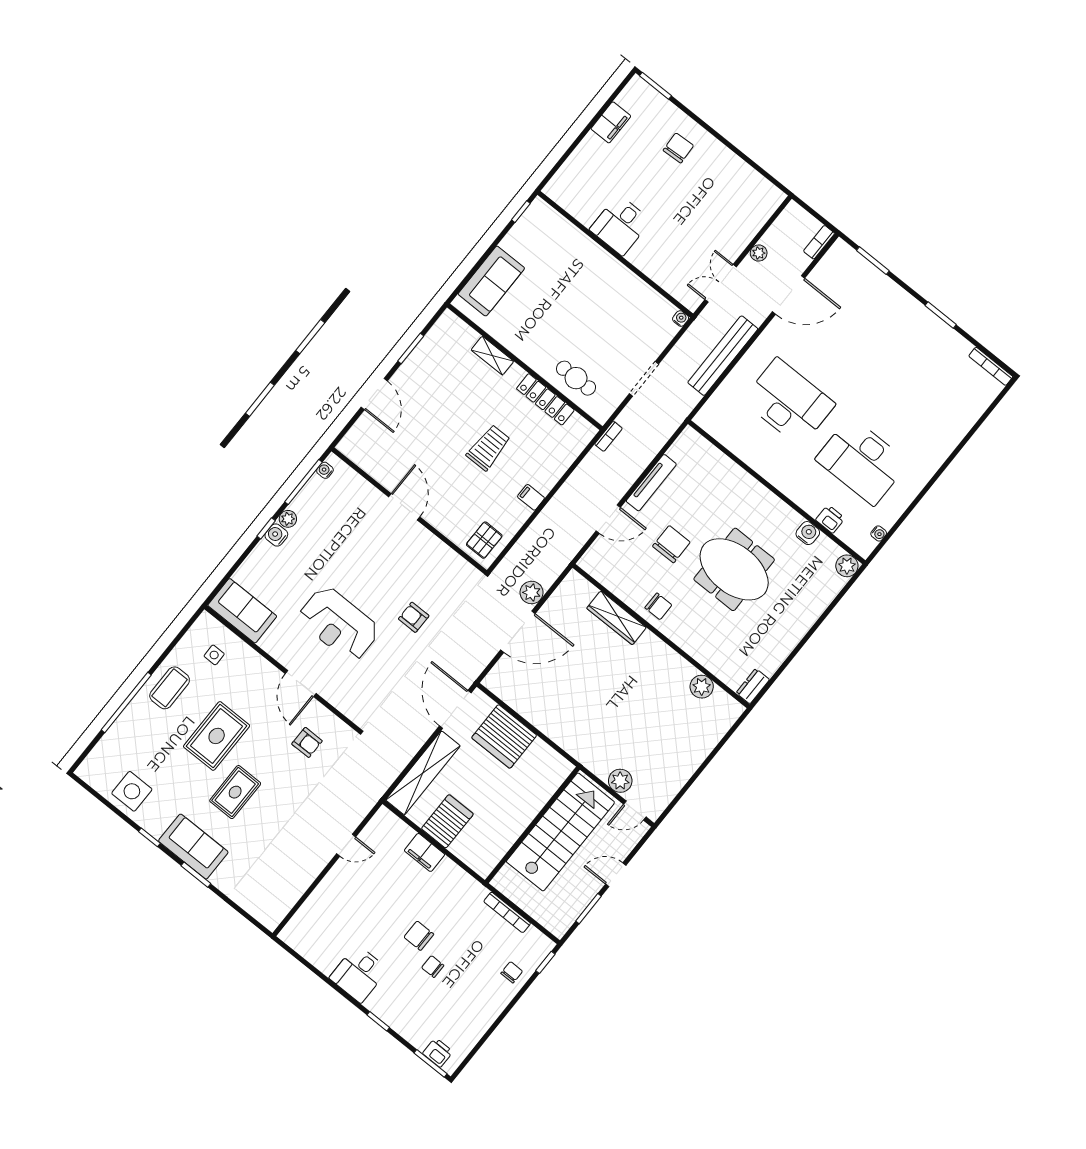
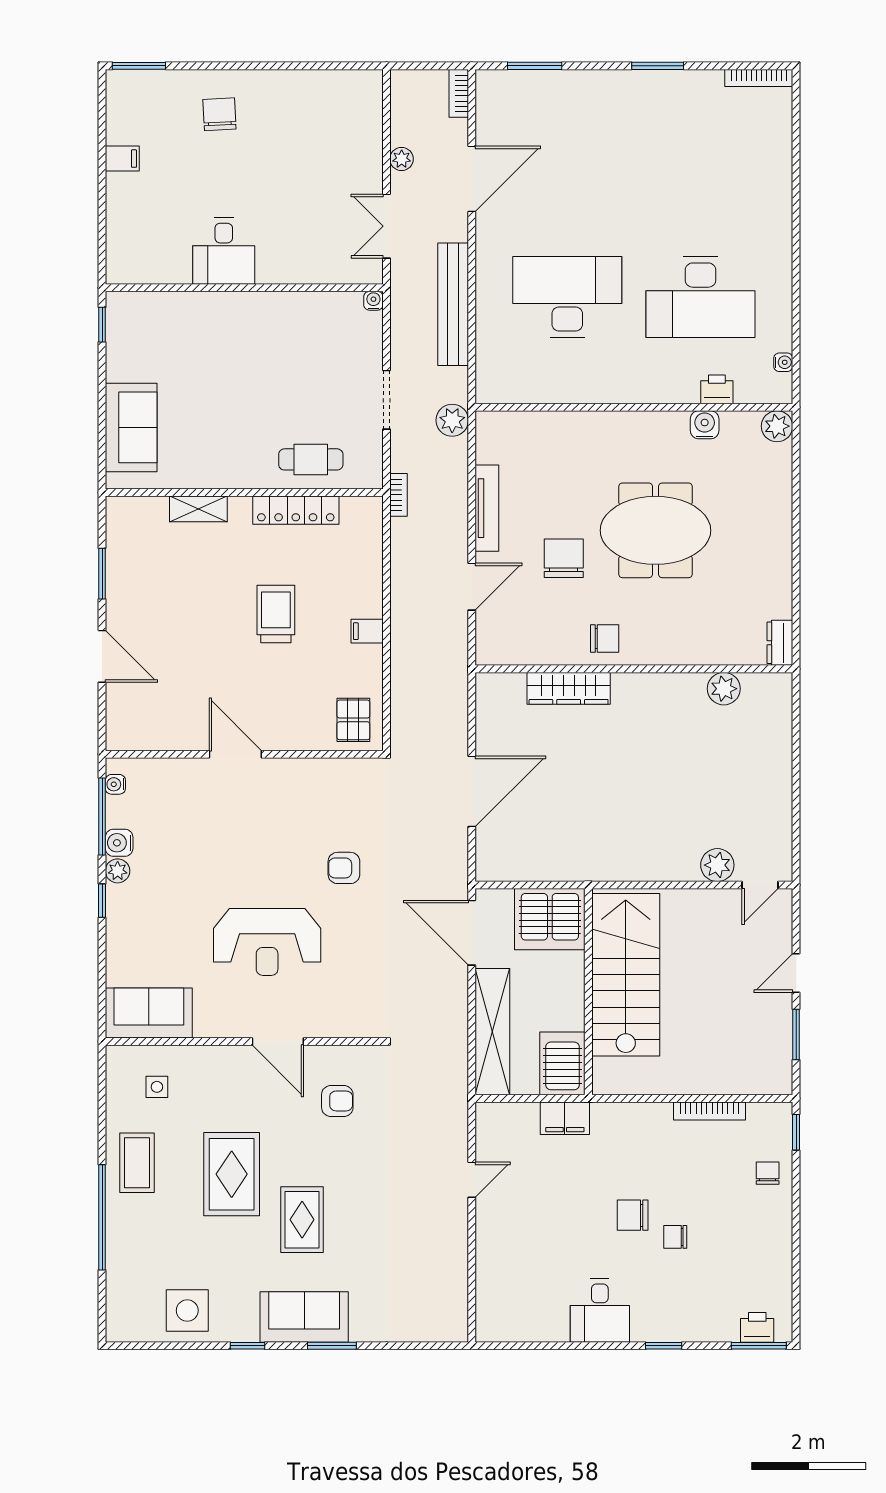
filing cabinet: (611, 122) -> (122, 159), width x0.50
water cooler: (276, 535) -> (119, 843), moved
plant: (532, 592) -> (452, 420), moved
wall: (532, 825) -> (588, 992), moved
stairs: (560, 832) -> (626, 975), moved

